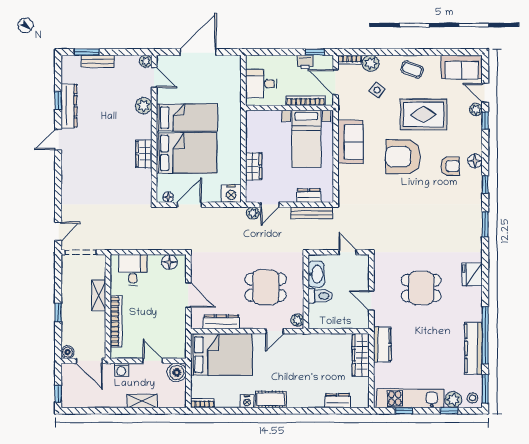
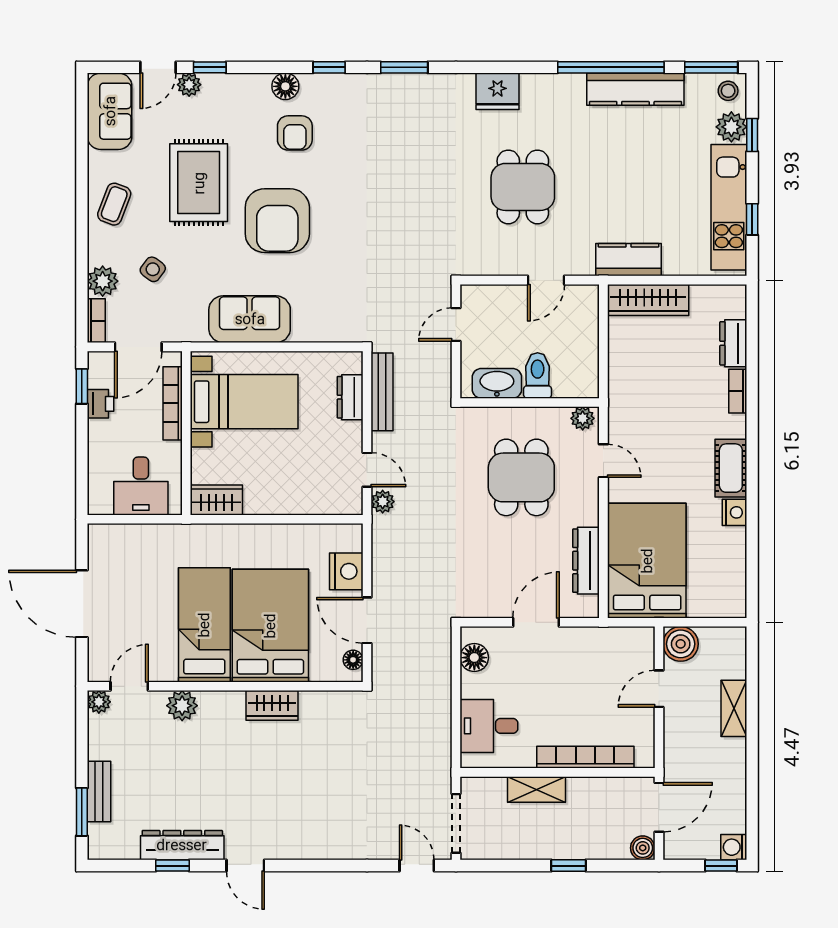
wardrobe: (254, 166) -> (216, 500), moved
armchair: (450, 166) -> (295, 133), turned 180
nightstand: (231, 194) -> (346, 571), moved
washing machine: (121, 370) -> (734, 847), moved, turned 180
bookcase: (202, 403) -> (738, 391), moved

